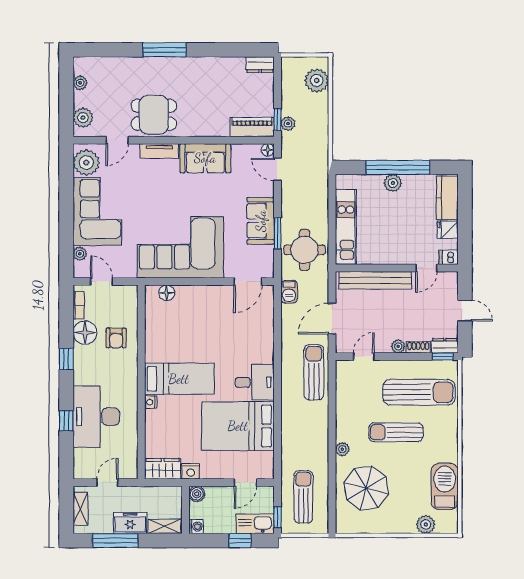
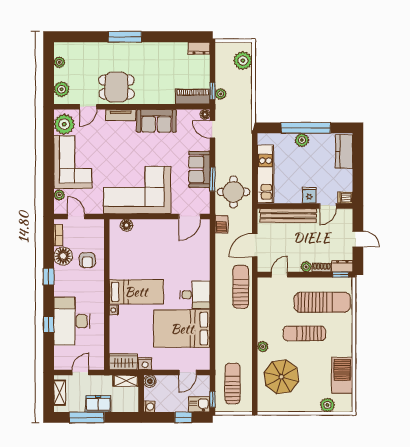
fridge: (448, 230) -> (309, 195), moved, turned 90
kitchen sink: (255, 524) -> (199, 404), width x0.73
shelving: (164, 526) -> (126, 381), moved

